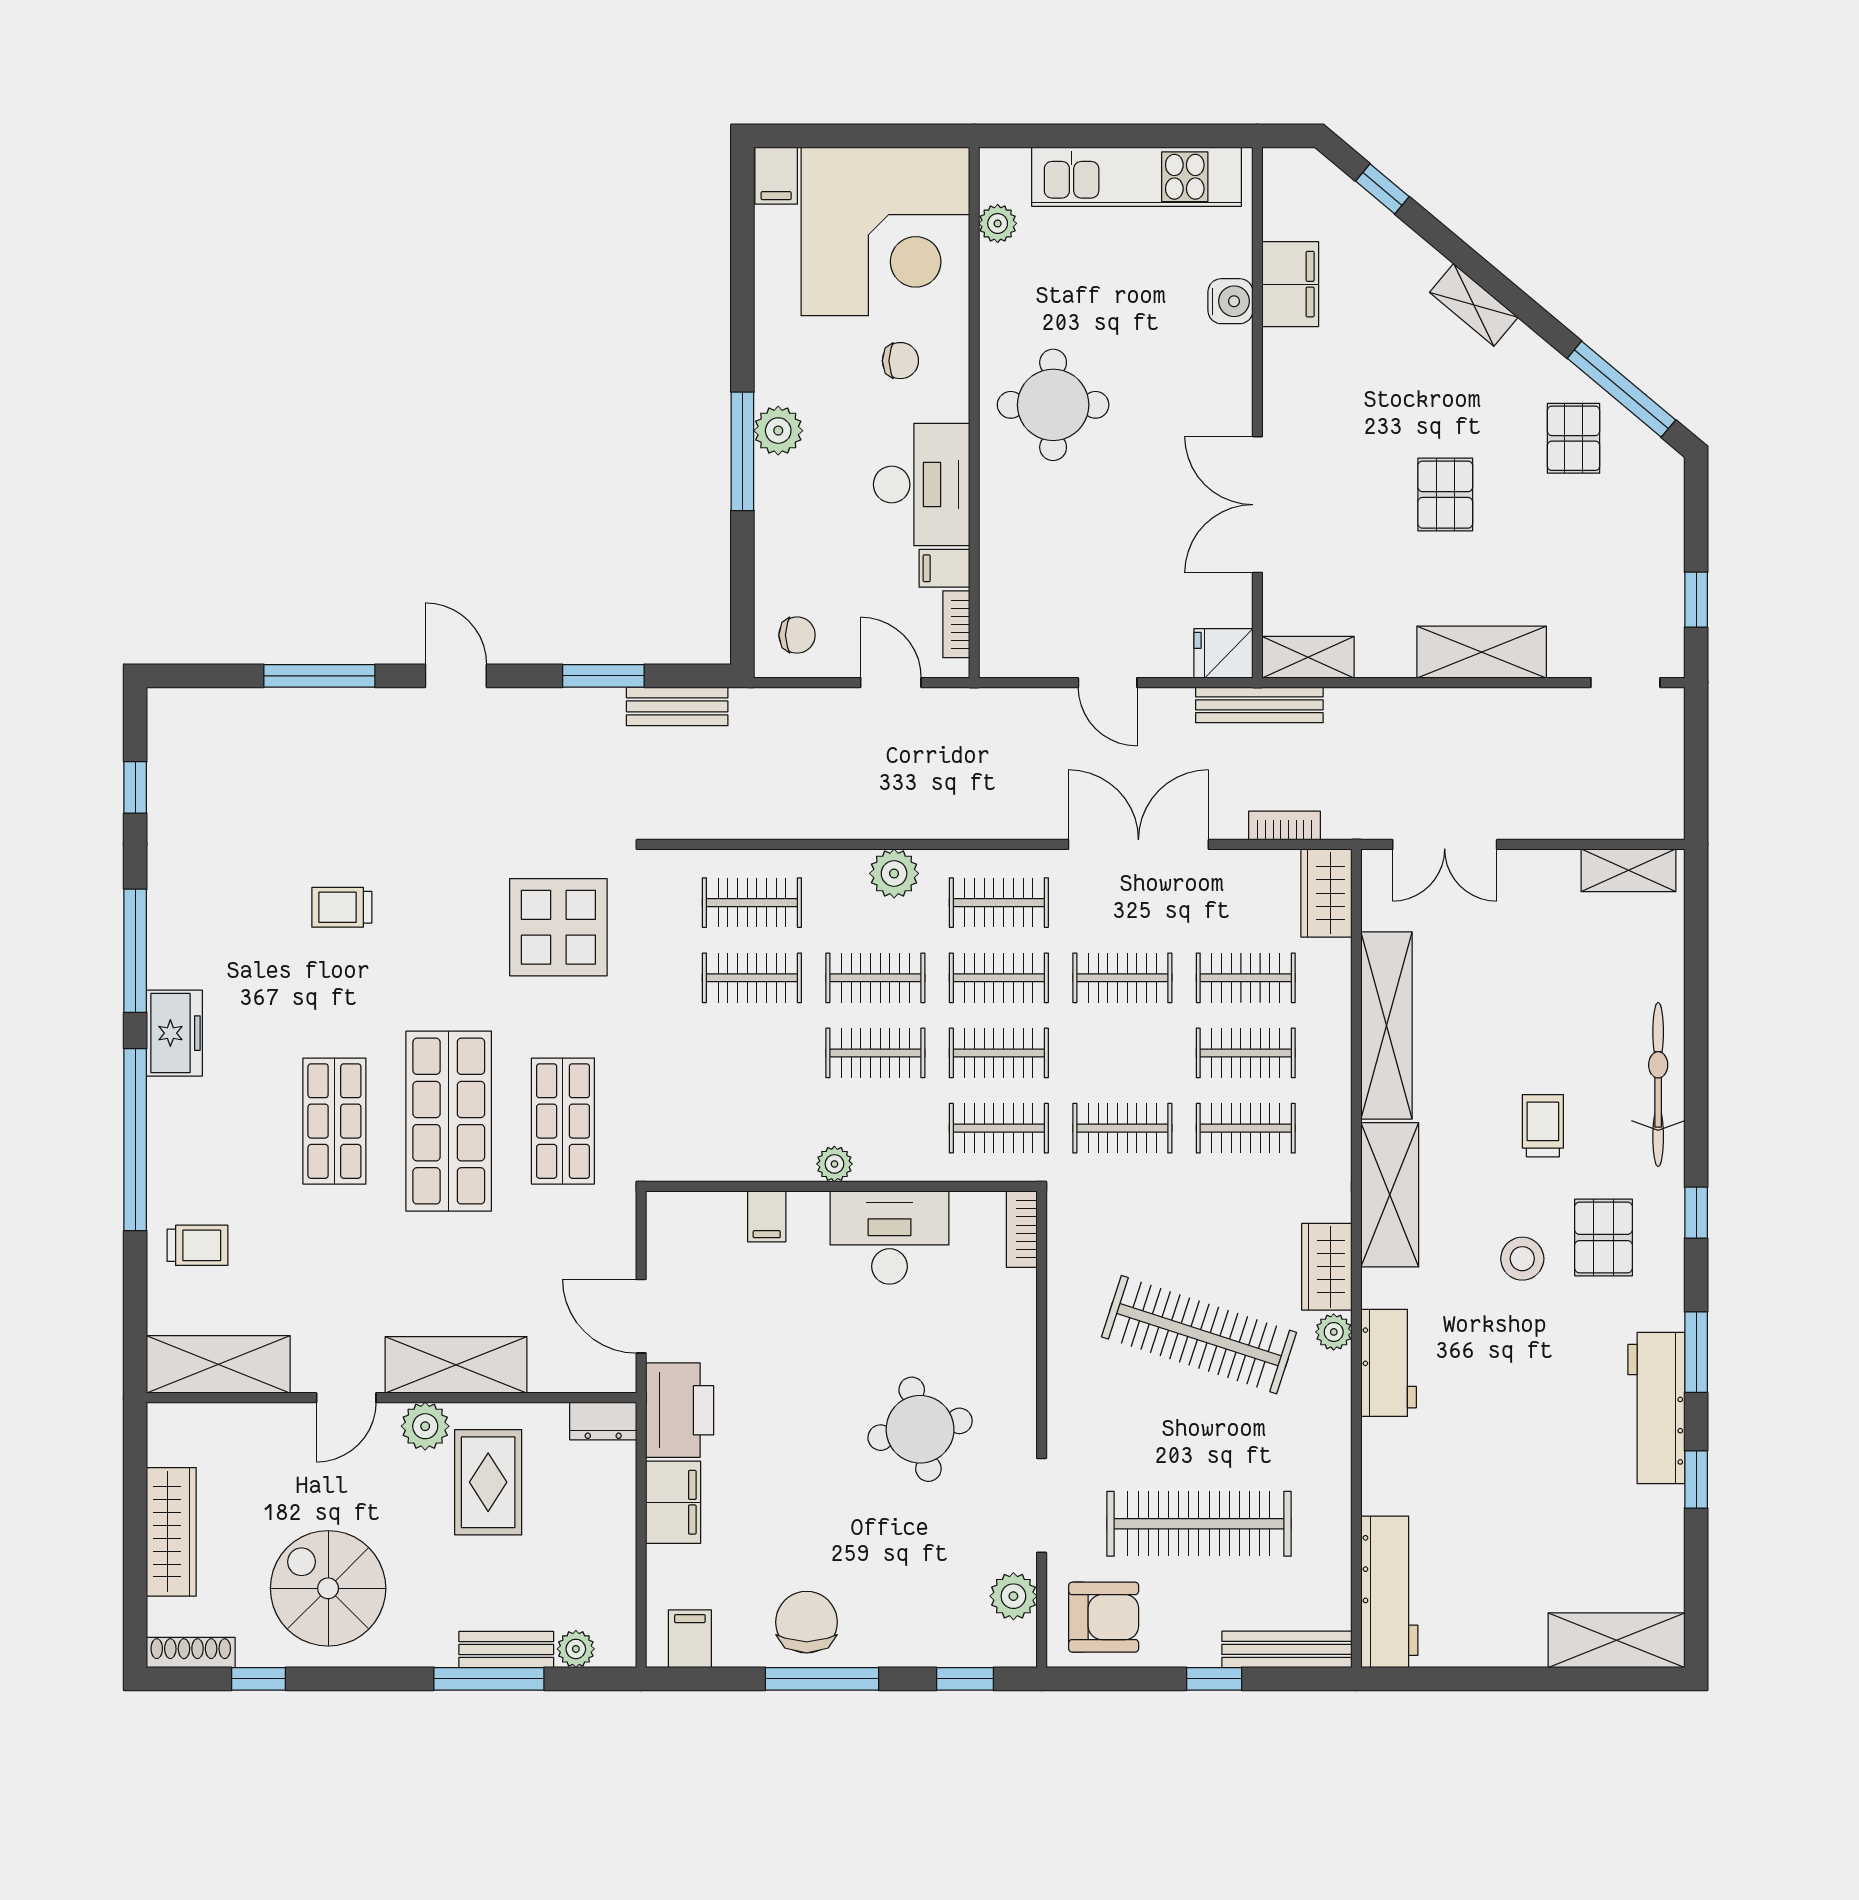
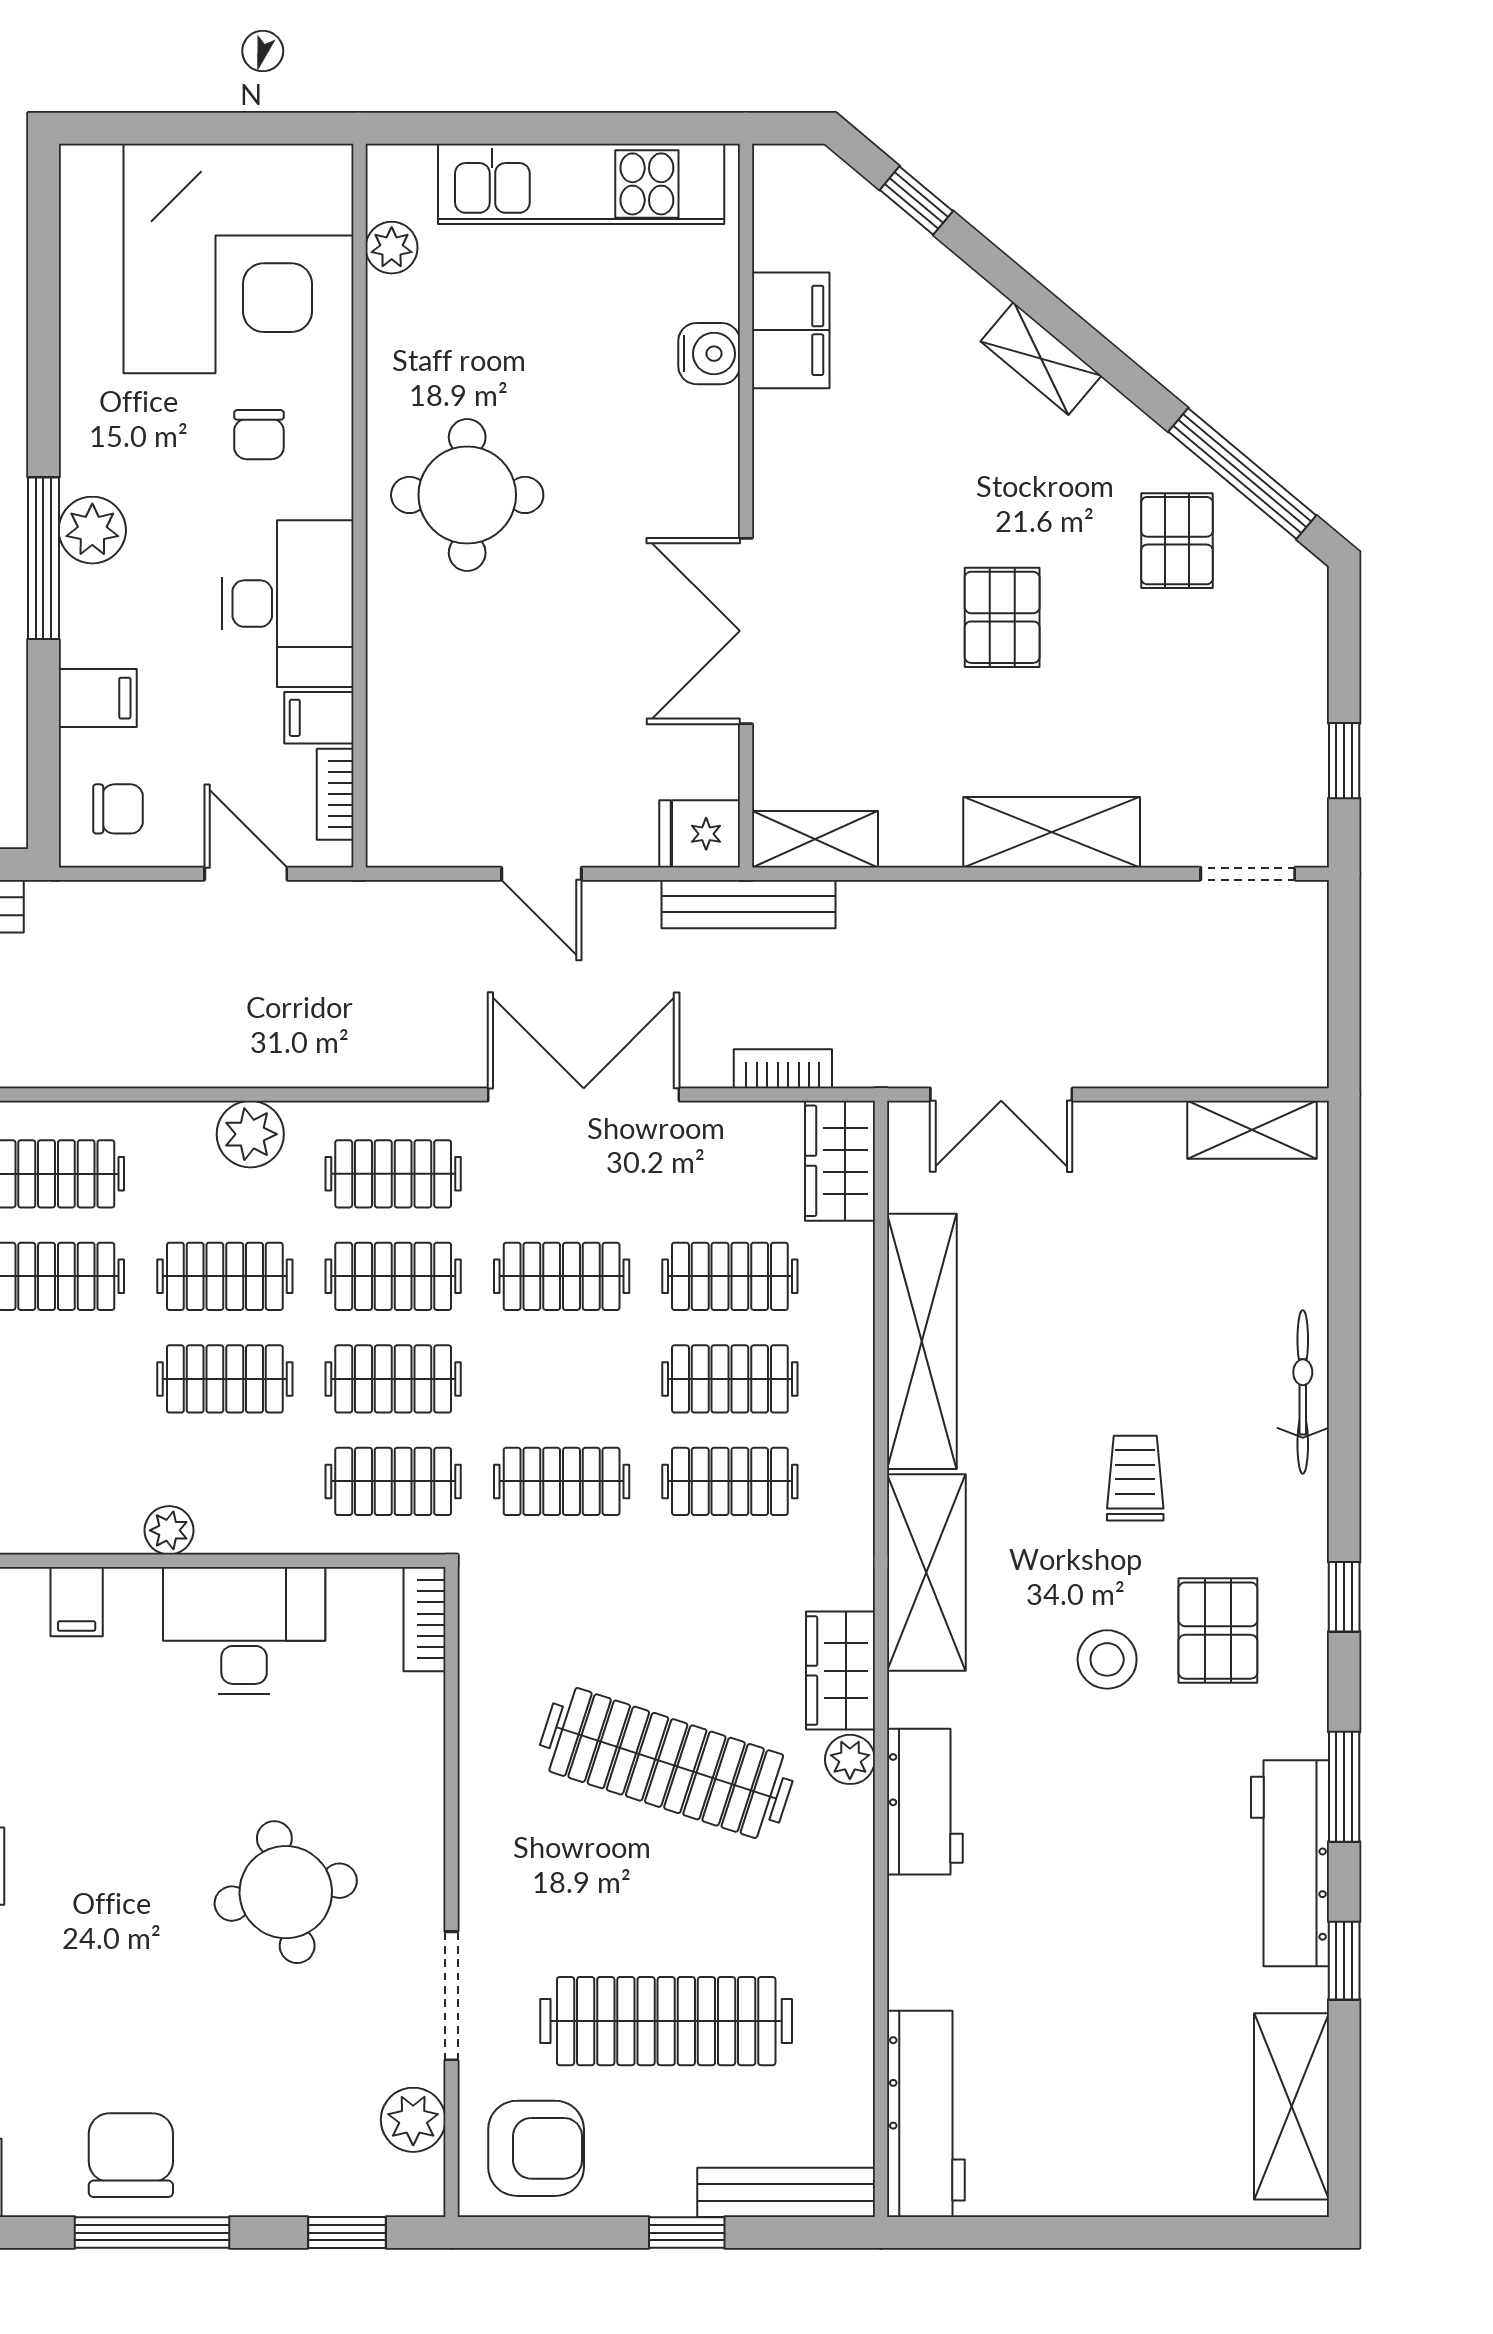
filing cabinet: (776, 176) -> (98, 698), moved, turned -90
chair: (900, 361) -> (259, 435), turned 90
bicycle: (1658, 1085) -> (1303, 1392), width x0.73, depth x0.71
shelving: (1616, 1640) -> (1291, 2106), moved, turned 90

